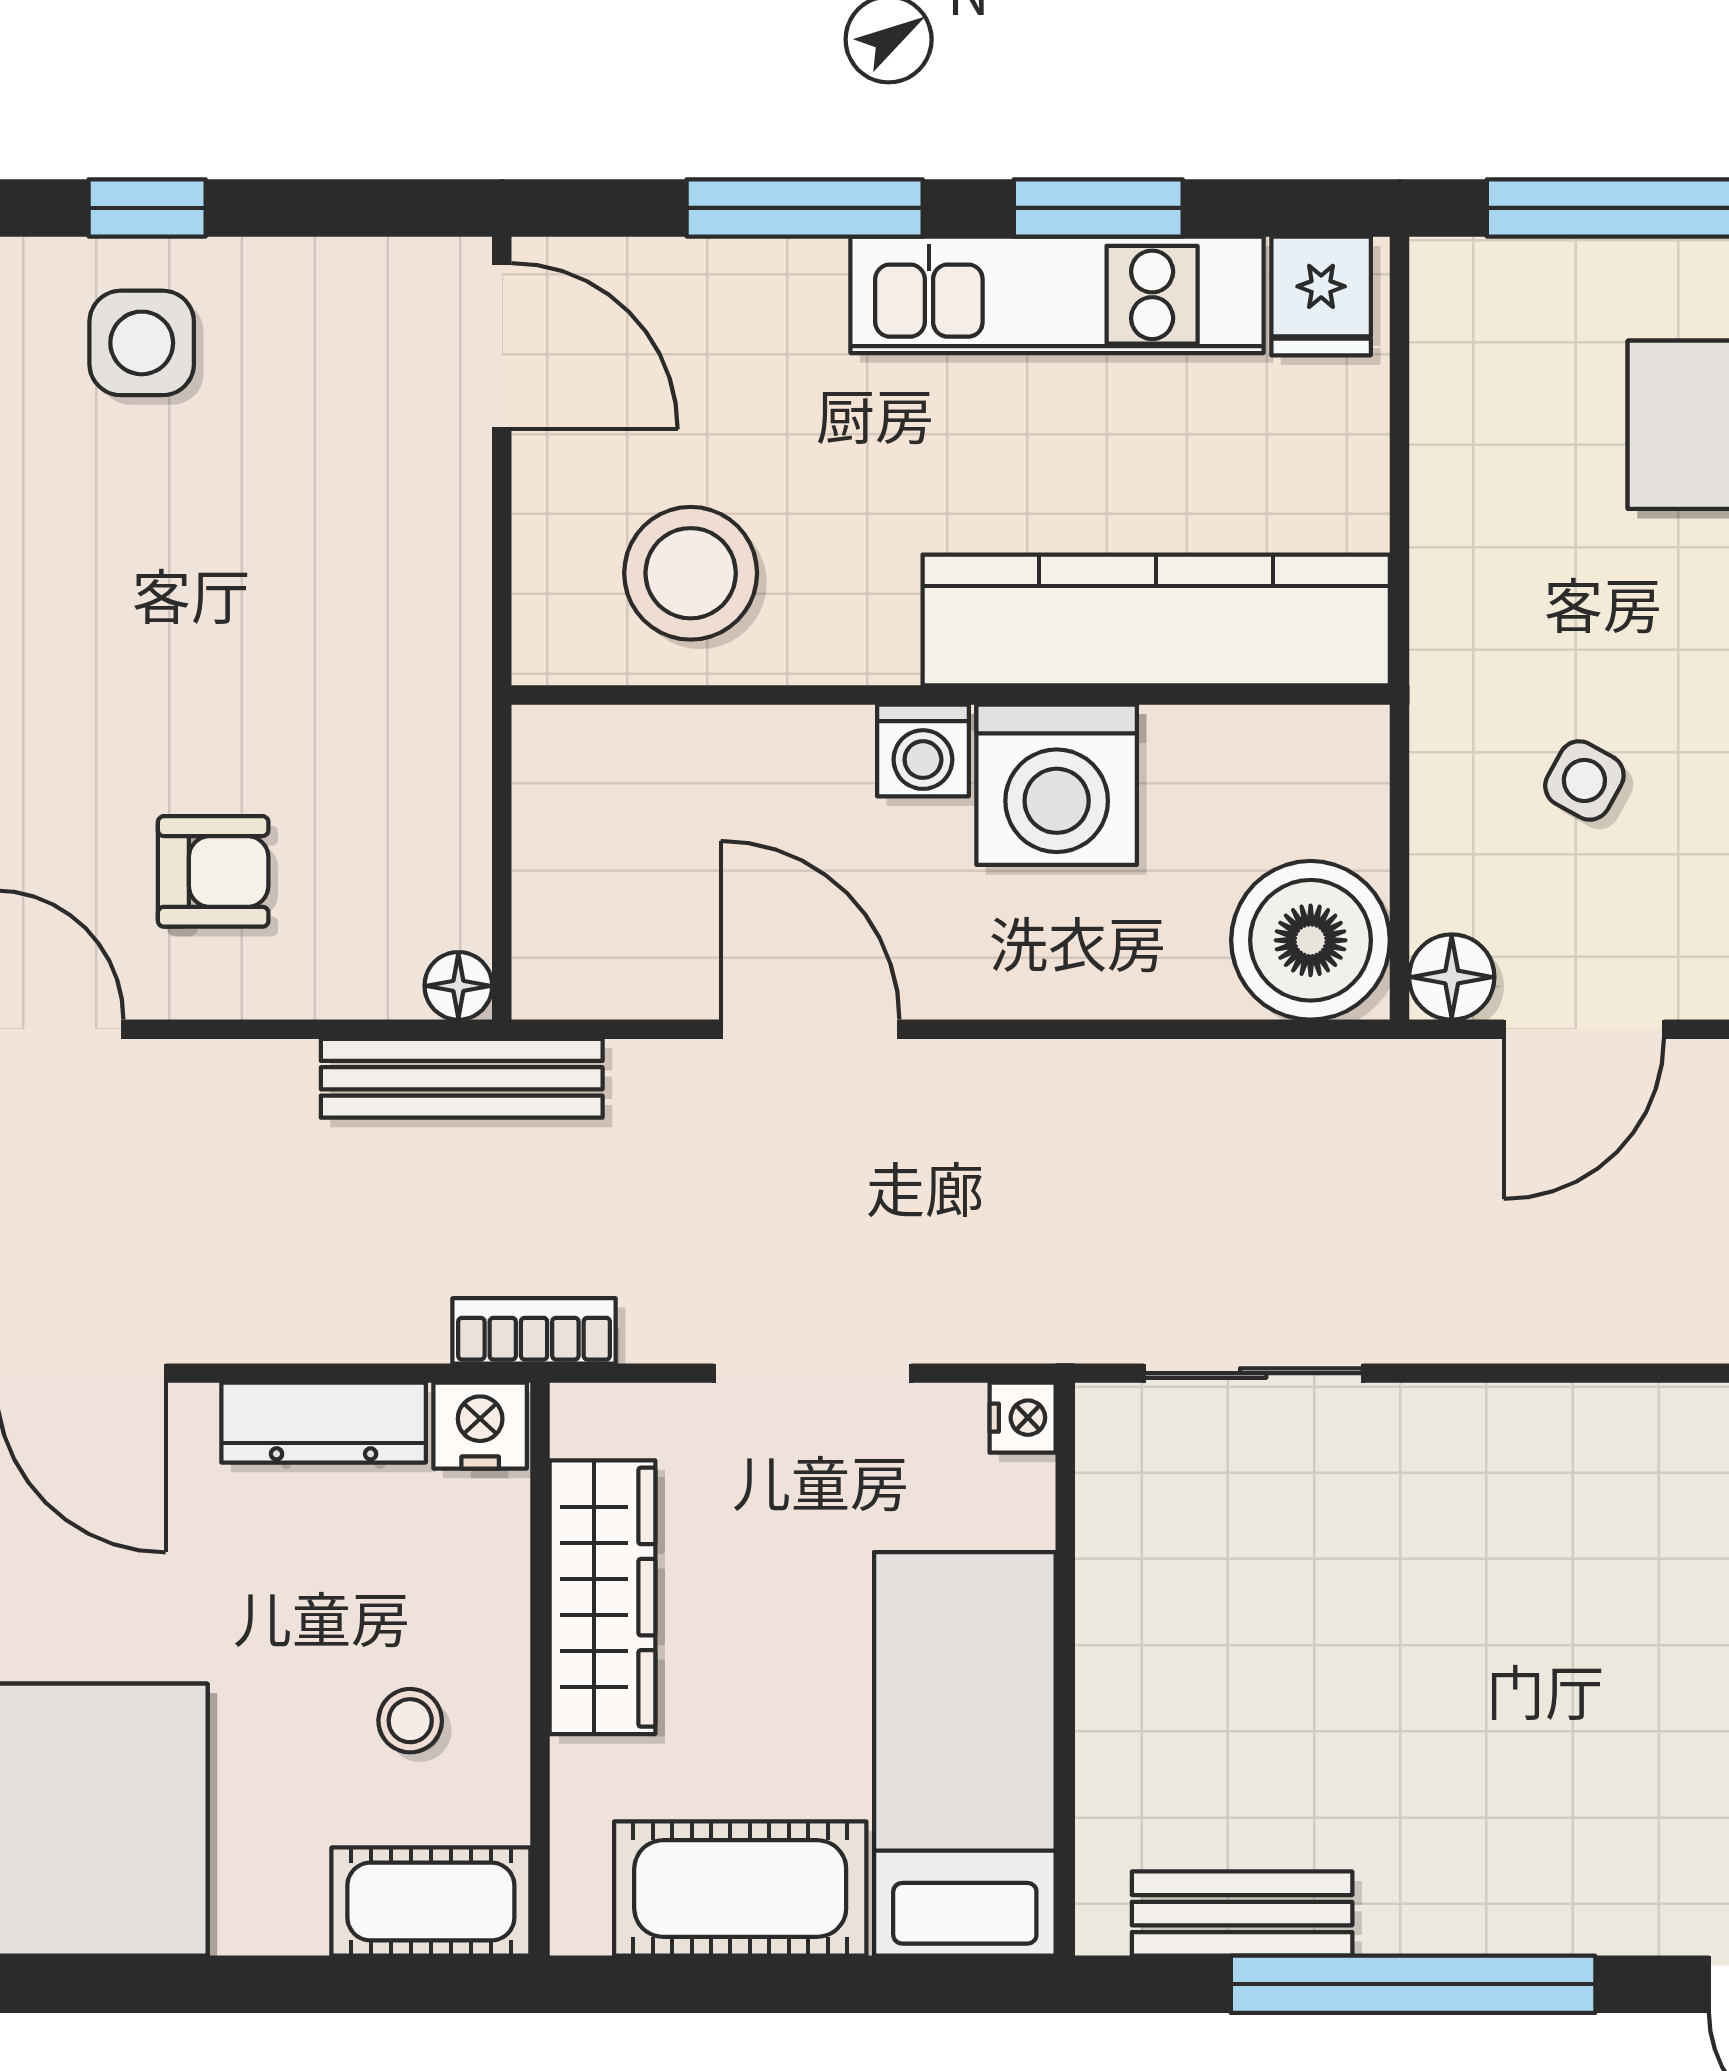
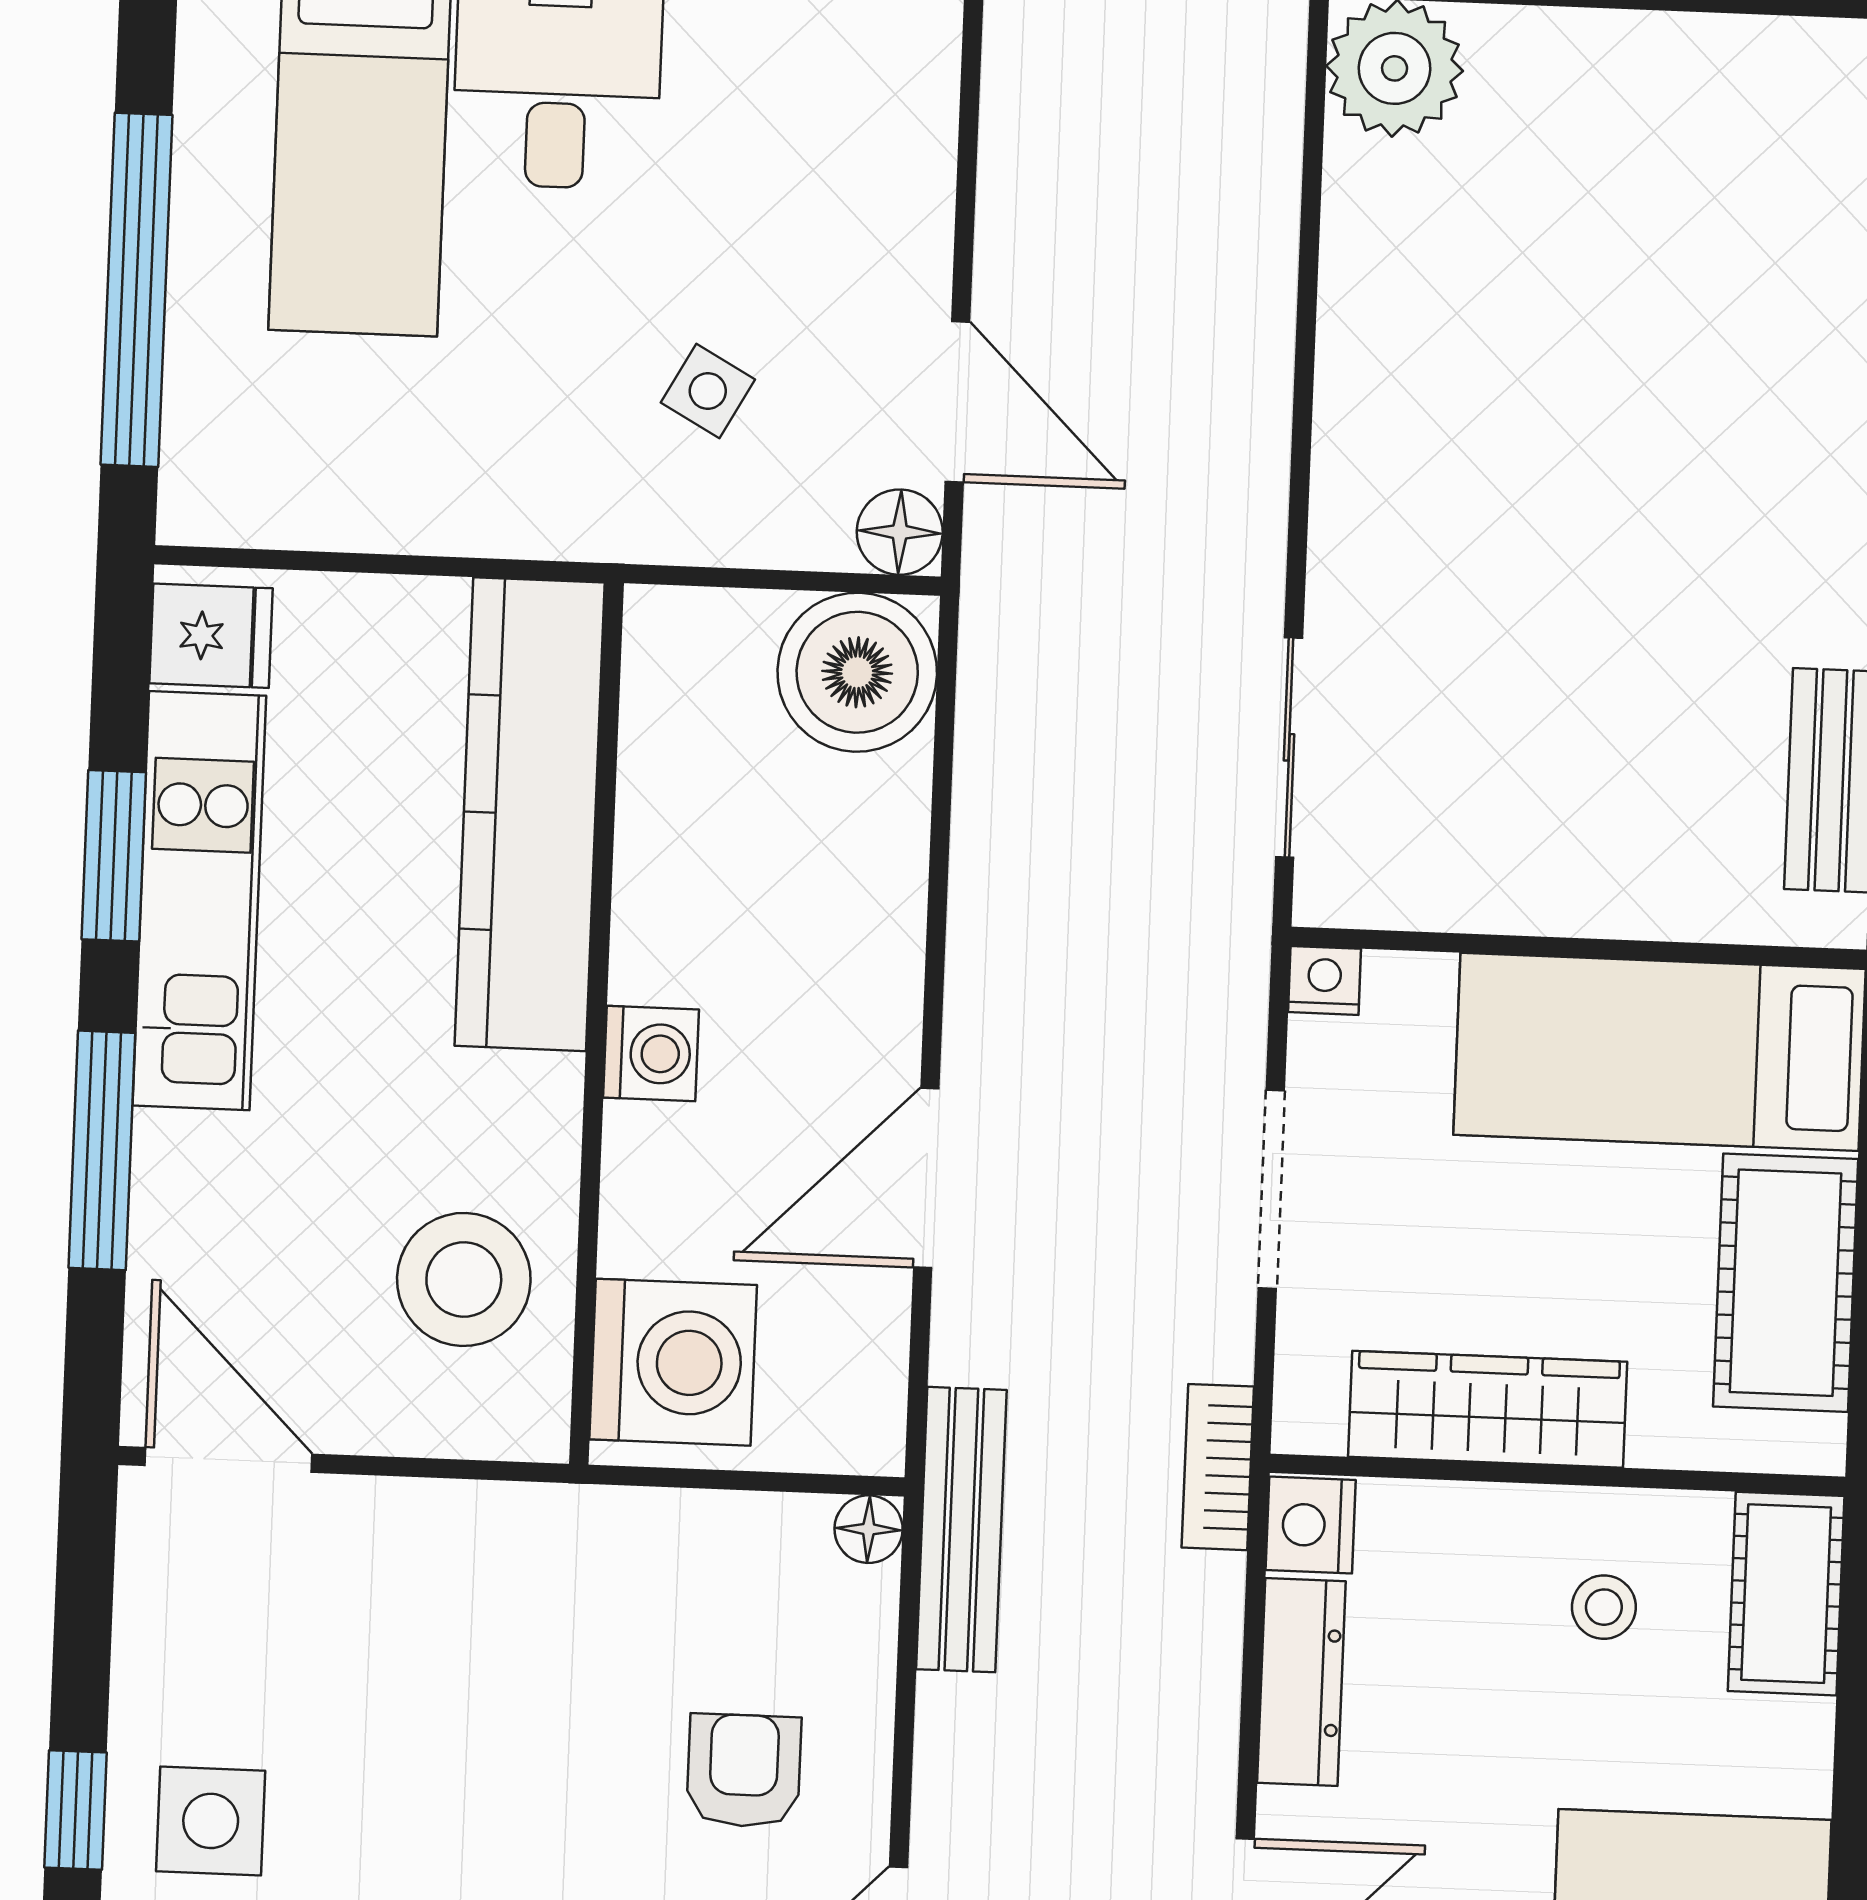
door: (502, 346) -> (229, 1460), hinge flipped
washing machine: (1057, 785) -> (673, 1362), moved

